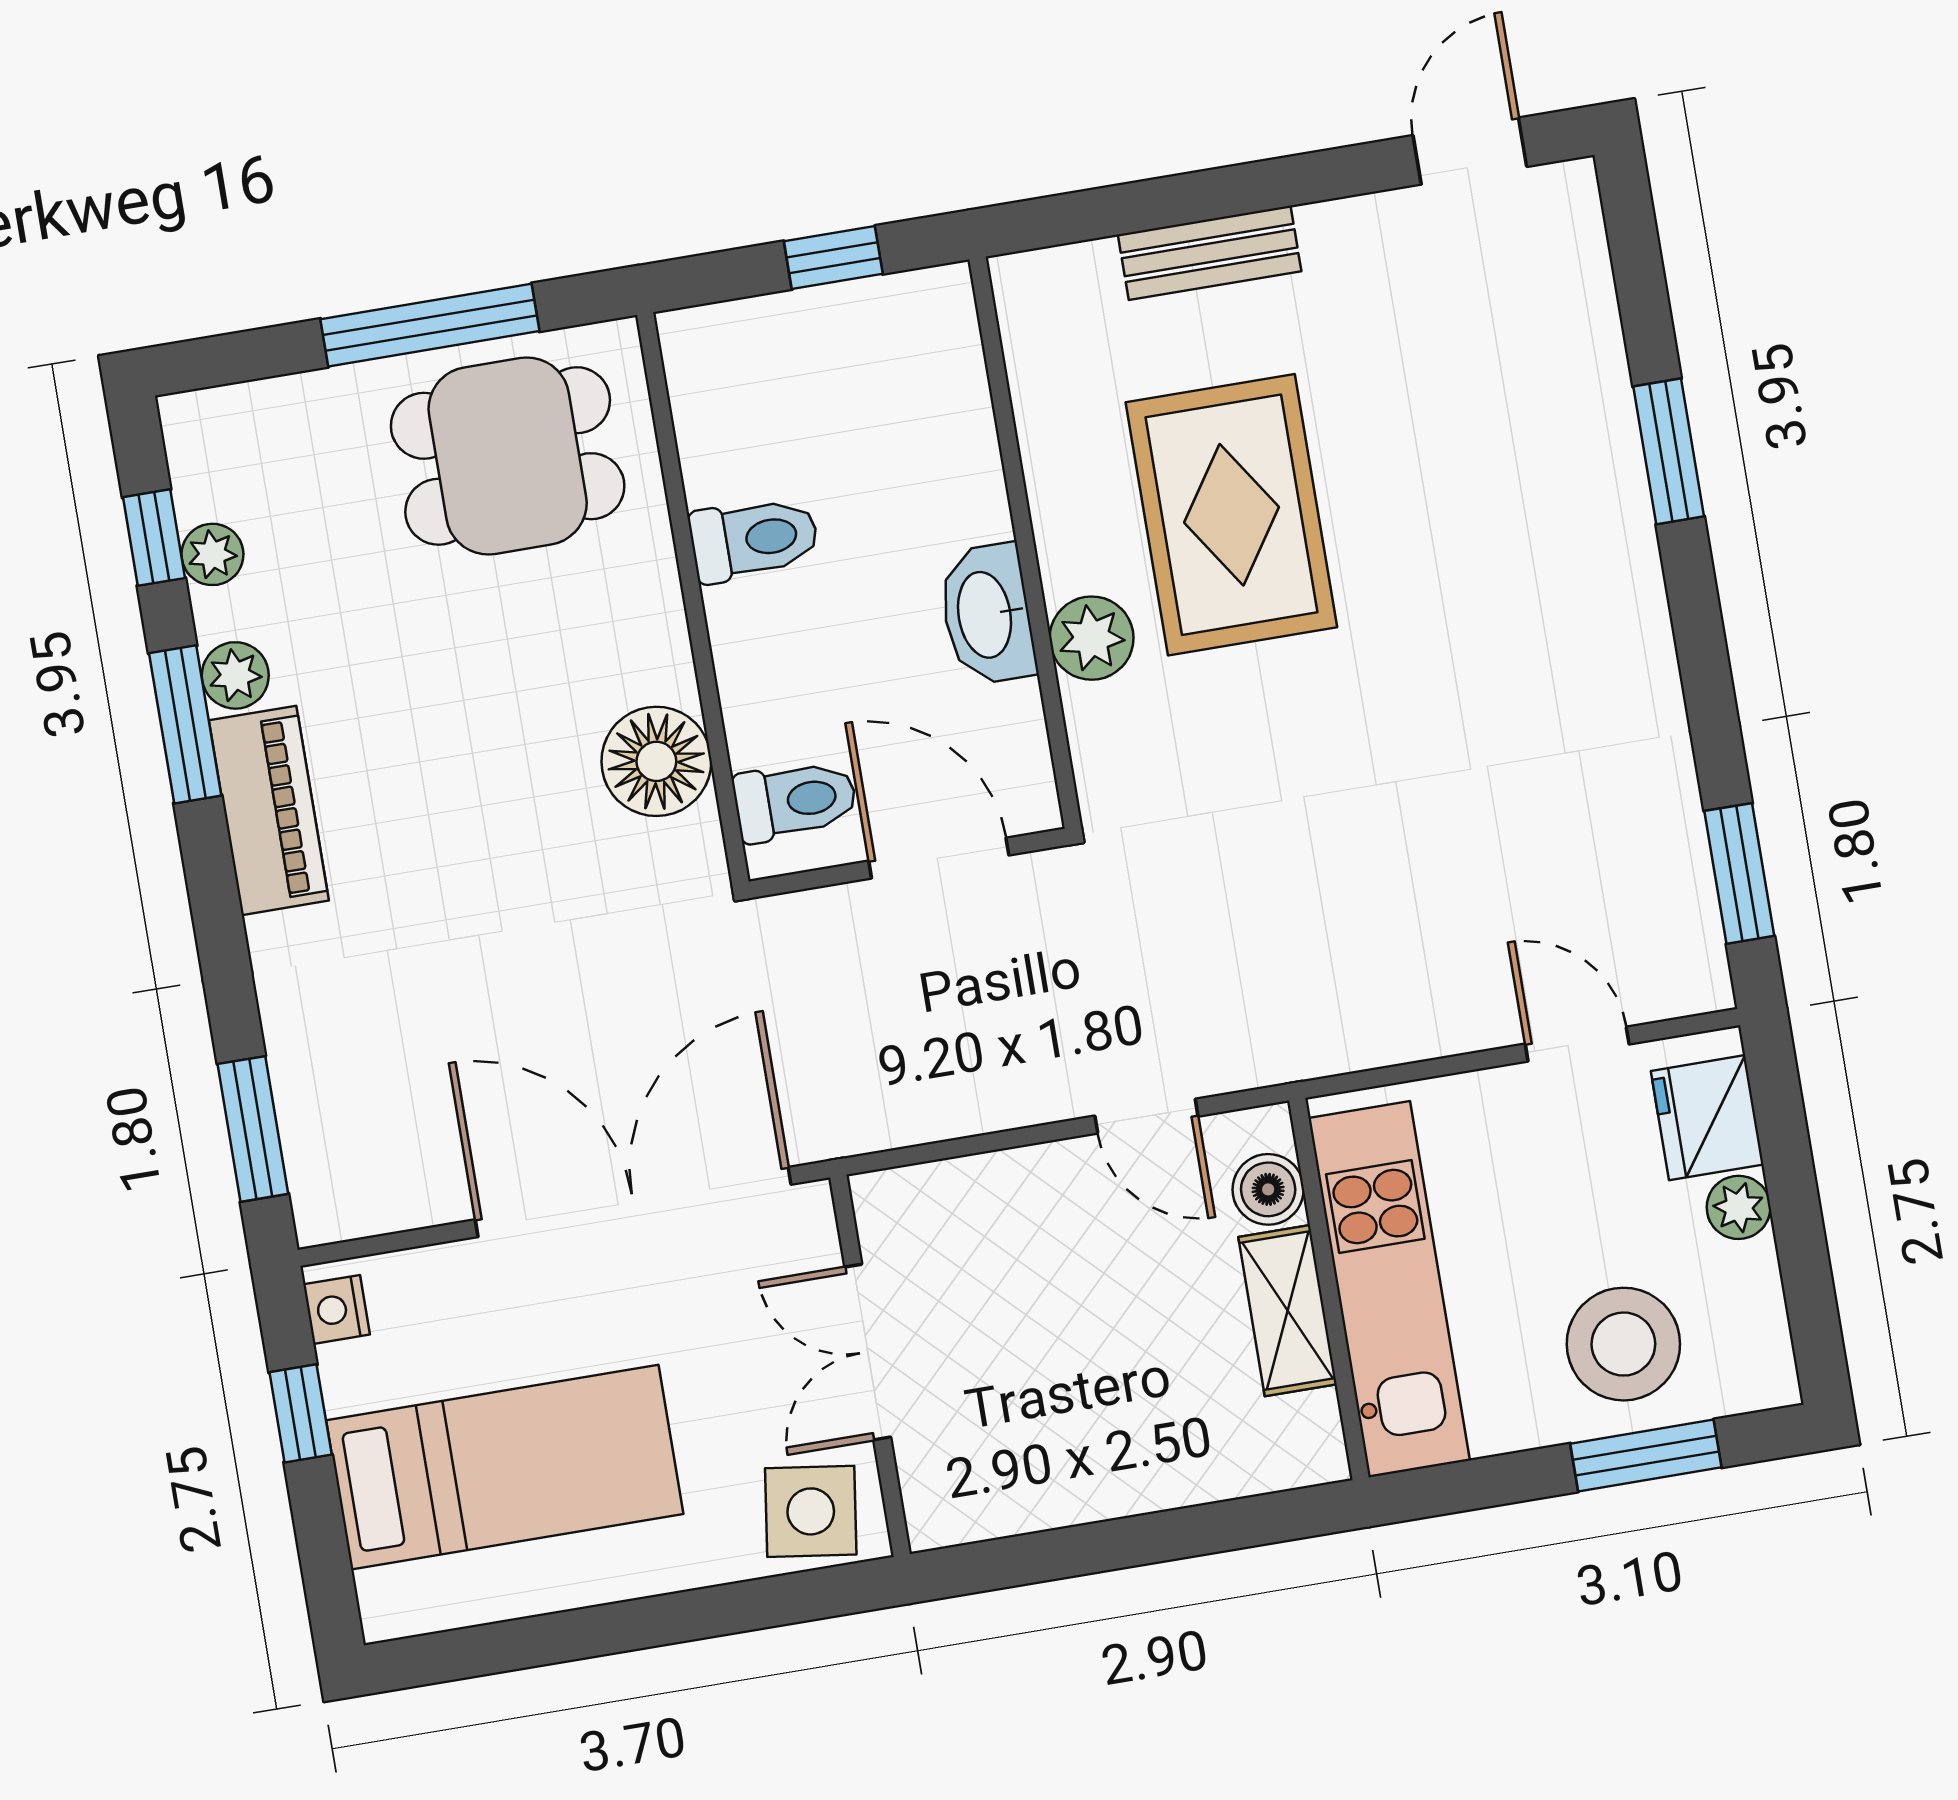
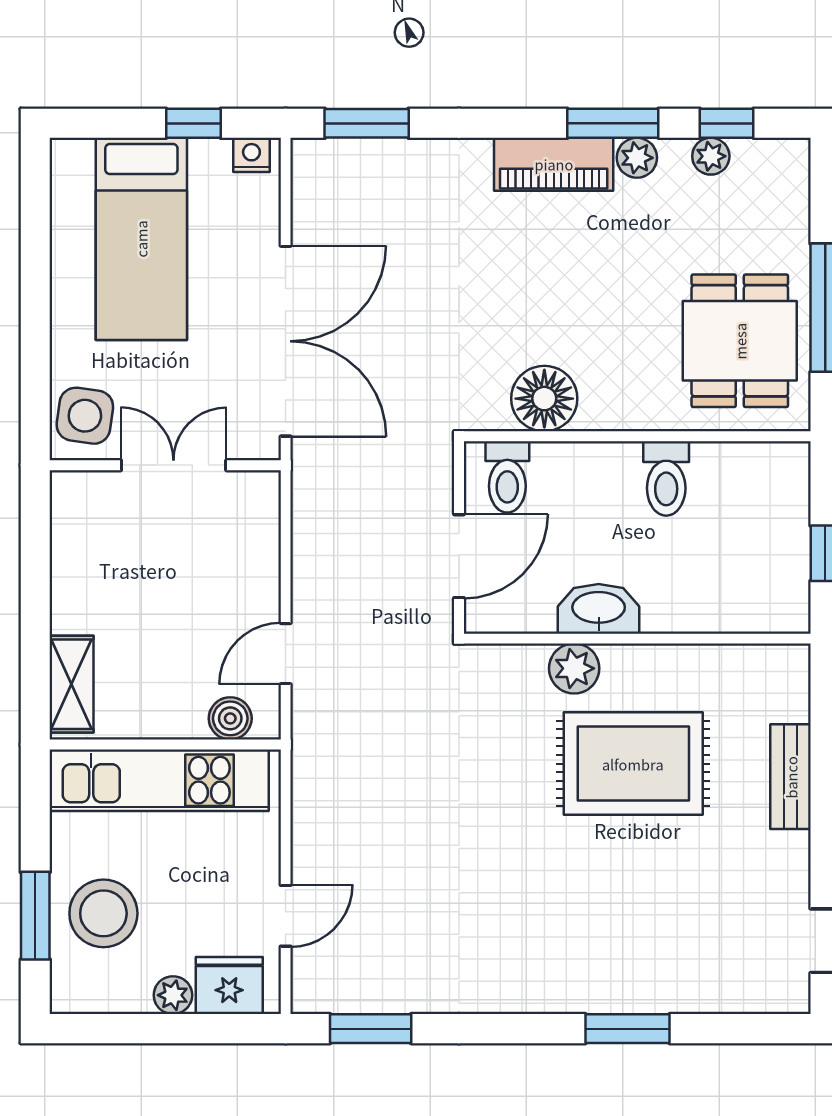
shelving: (1288, 1311) -> (72, 684), moved, turned 90

